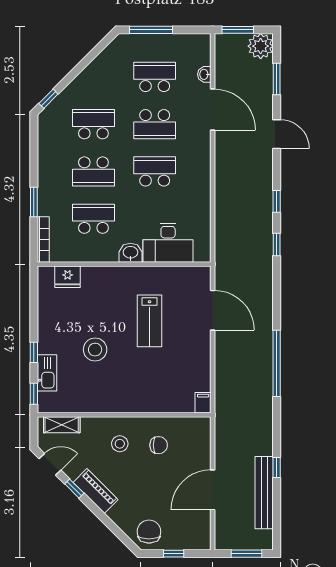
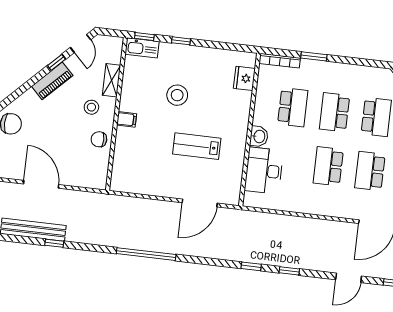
school desk: (155, 171) -> (328, 166), turned 180
kitchen sink: (47, 373) -> (142, 48), moved
filing cabinet: (203, 403) -> (127, 119), moved
shelving: (62, 425) -> (112, 80), moved
chair: (159, 445) -> (99, 139), moved, turned 90

